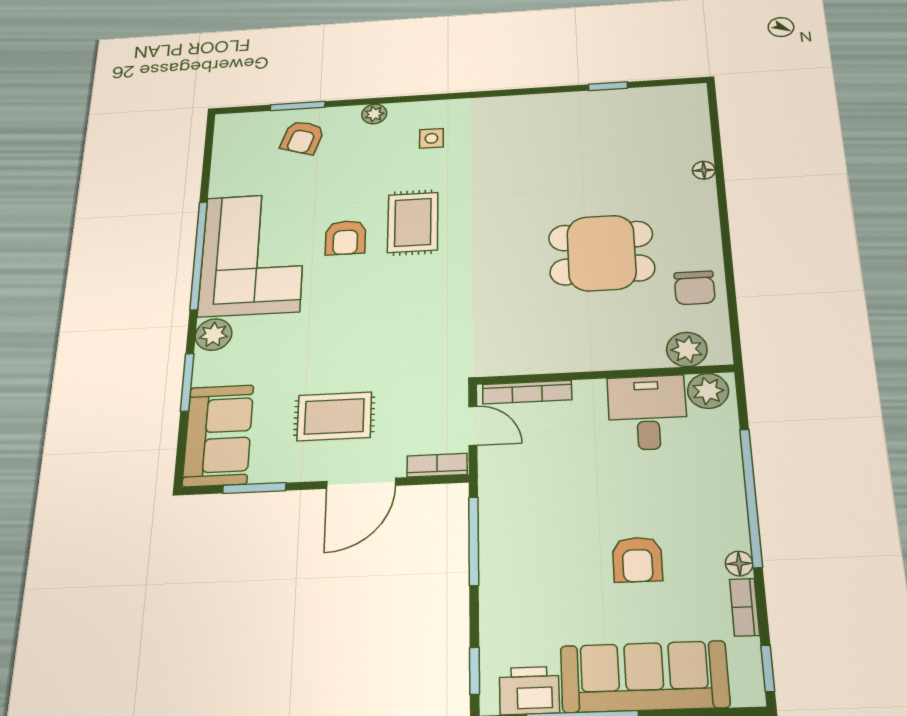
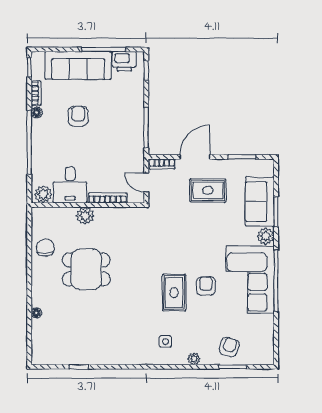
plant: (687, 349) -> (85, 216), moved
bookcase: (527, 392) -> (108, 198), moved
sofa: (218, 435) -> (260, 202), moved

